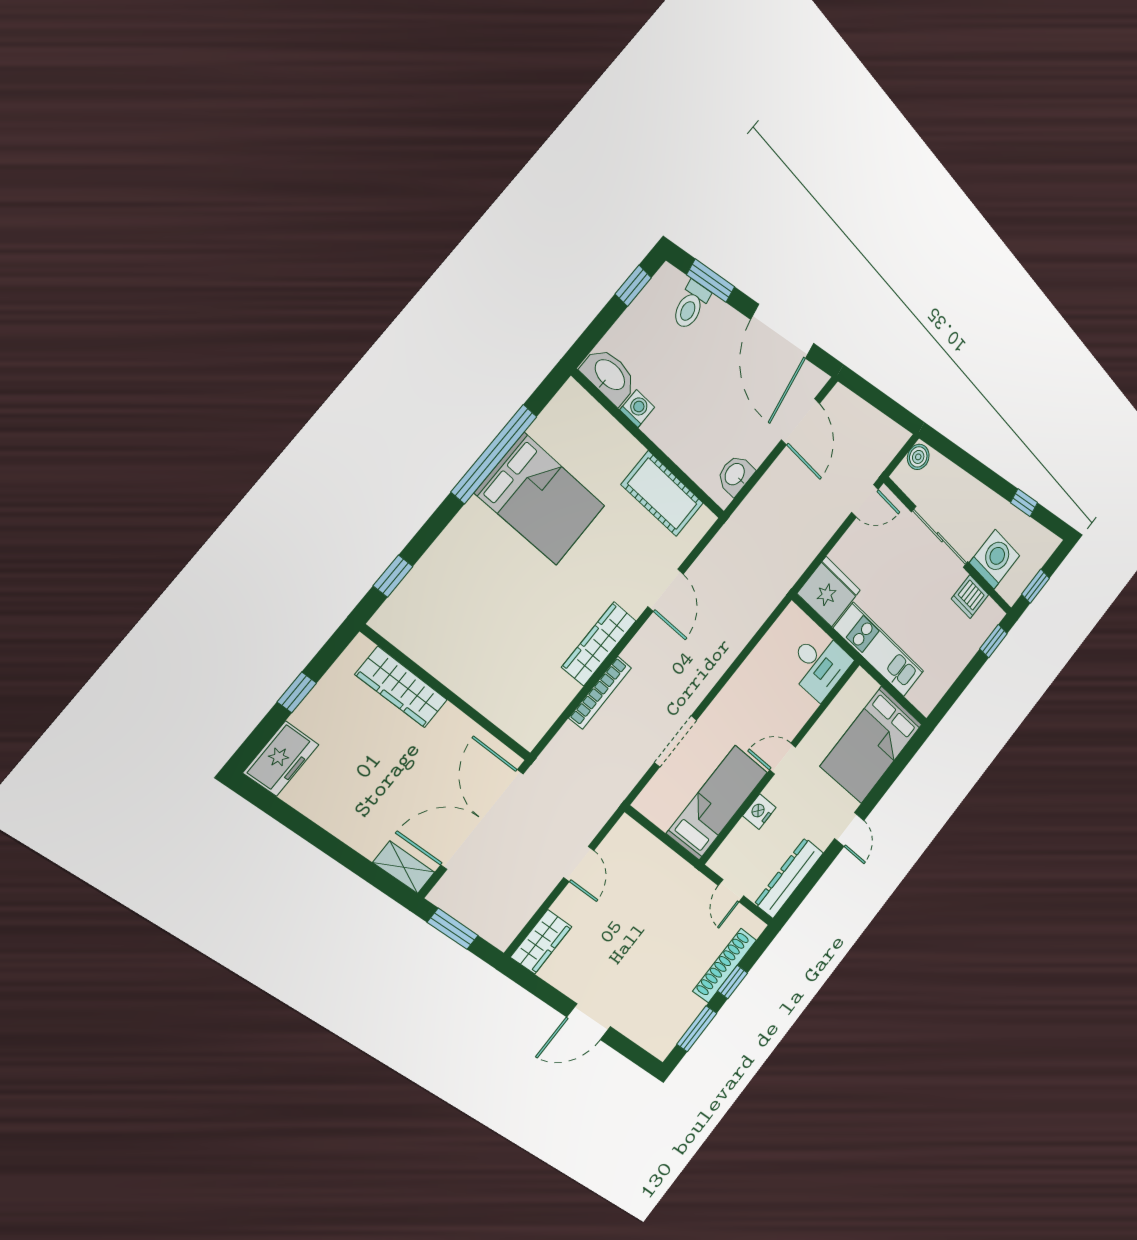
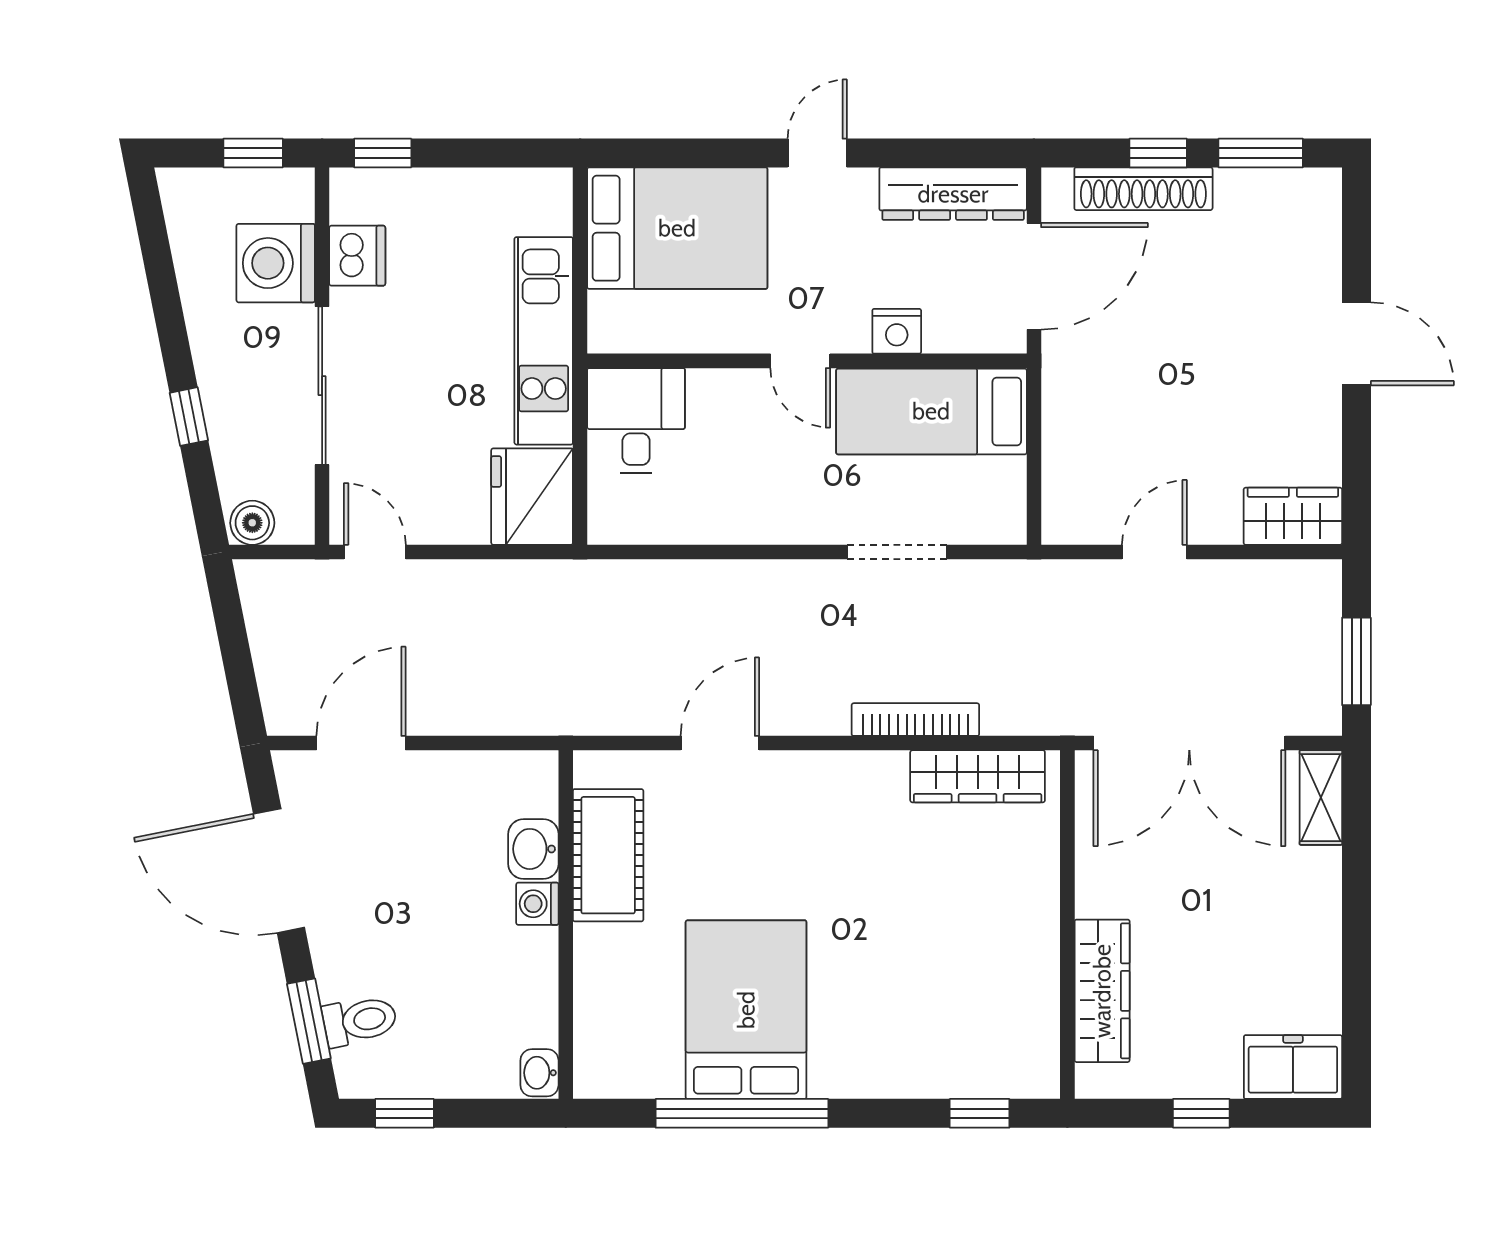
door: (782, 332) -> (279, 871), swing flipped
washbasin: (609, 375) -> (539, 1073), width x0.52, depth x0.69
washing machine: (637, 409) -> (537, 904), moved
washbasin: (735, 475) -> (533, 849), moved, turned 90
window: (1024, 503) -> (189, 417), moved
wardrobe: (599, 644) -> (978, 776), moved
door: (731, 891) -> (1034, 276), width x1.88

